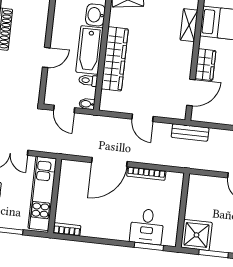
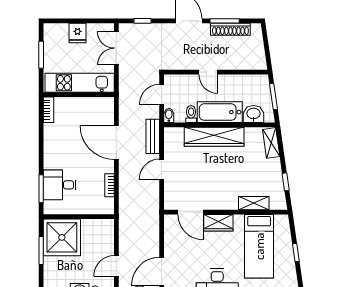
bench: (190, 132) -> (153, 136), moved
bookcase: (146, 173) -> (110, 185), width x0.64
shower: (196, 235) -> (62, 237), width x1.37, depth x1.37

